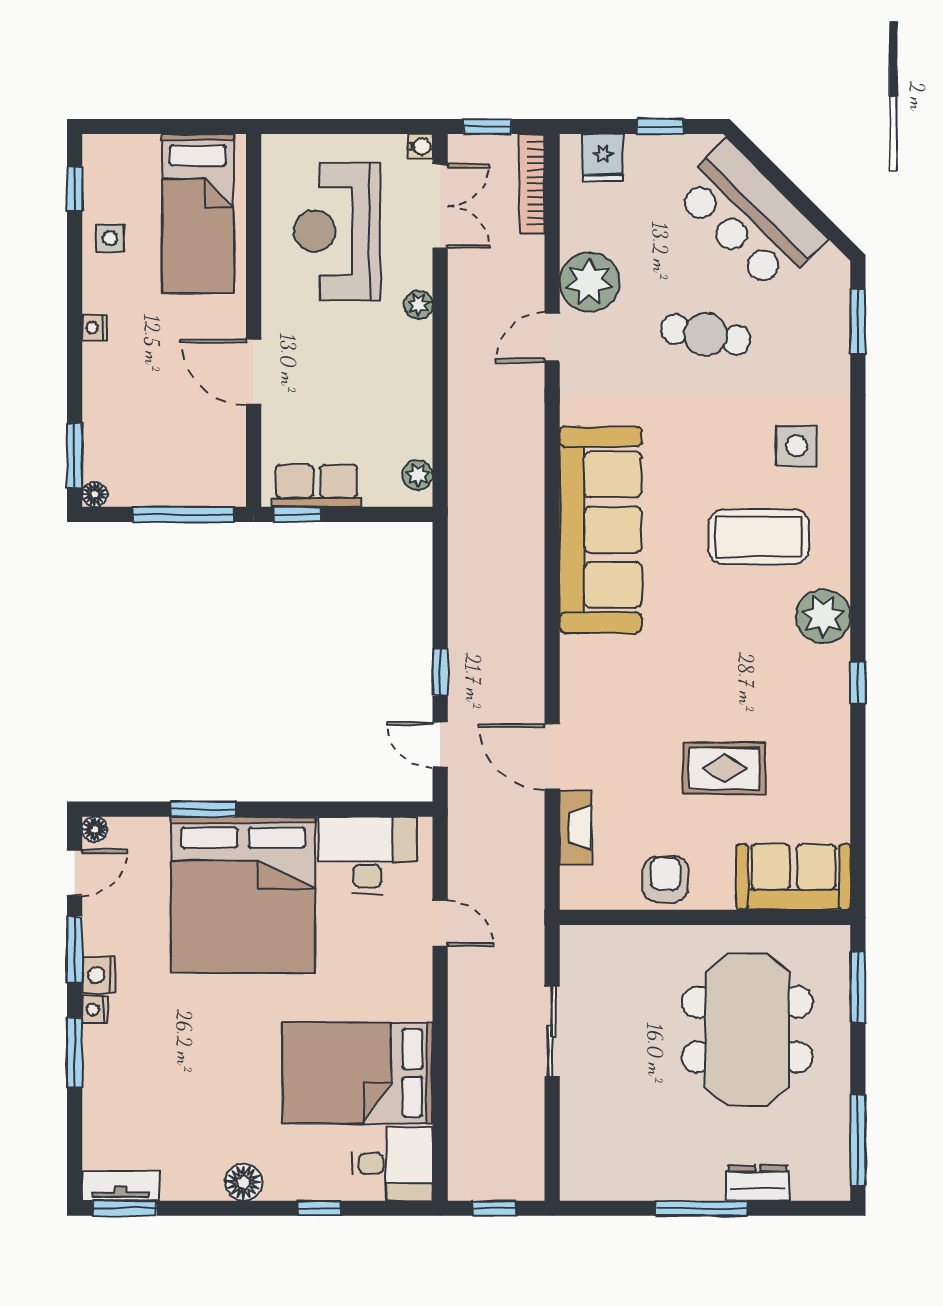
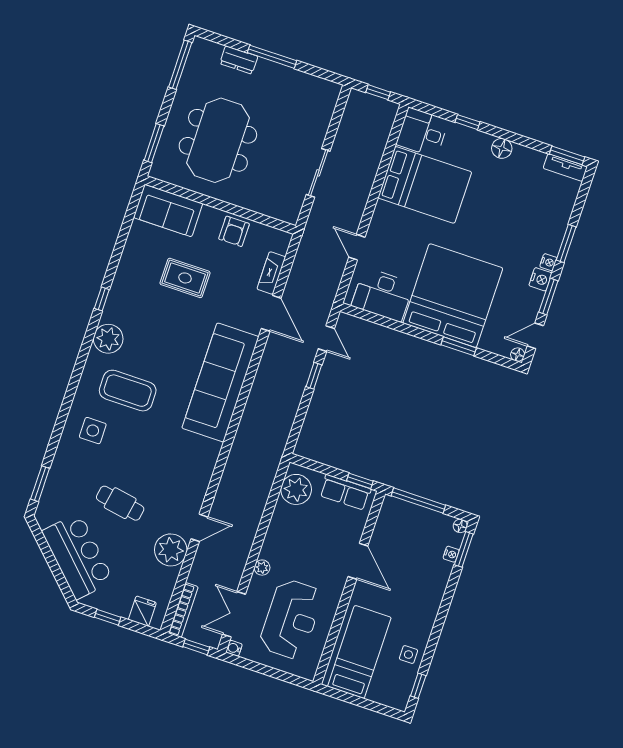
nightstand: (94, 327) -> (451, 554), moved
plant: (418, 475) -> (296, 489), width x1.88, depth x1.88
sofa: (601, 530) -> (220, 382), moved

